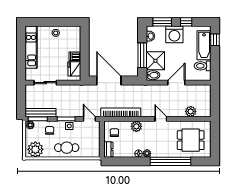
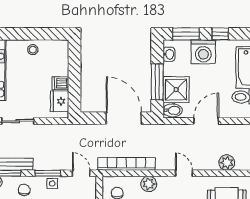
door: (109, 81) -> (124, 118), moved

